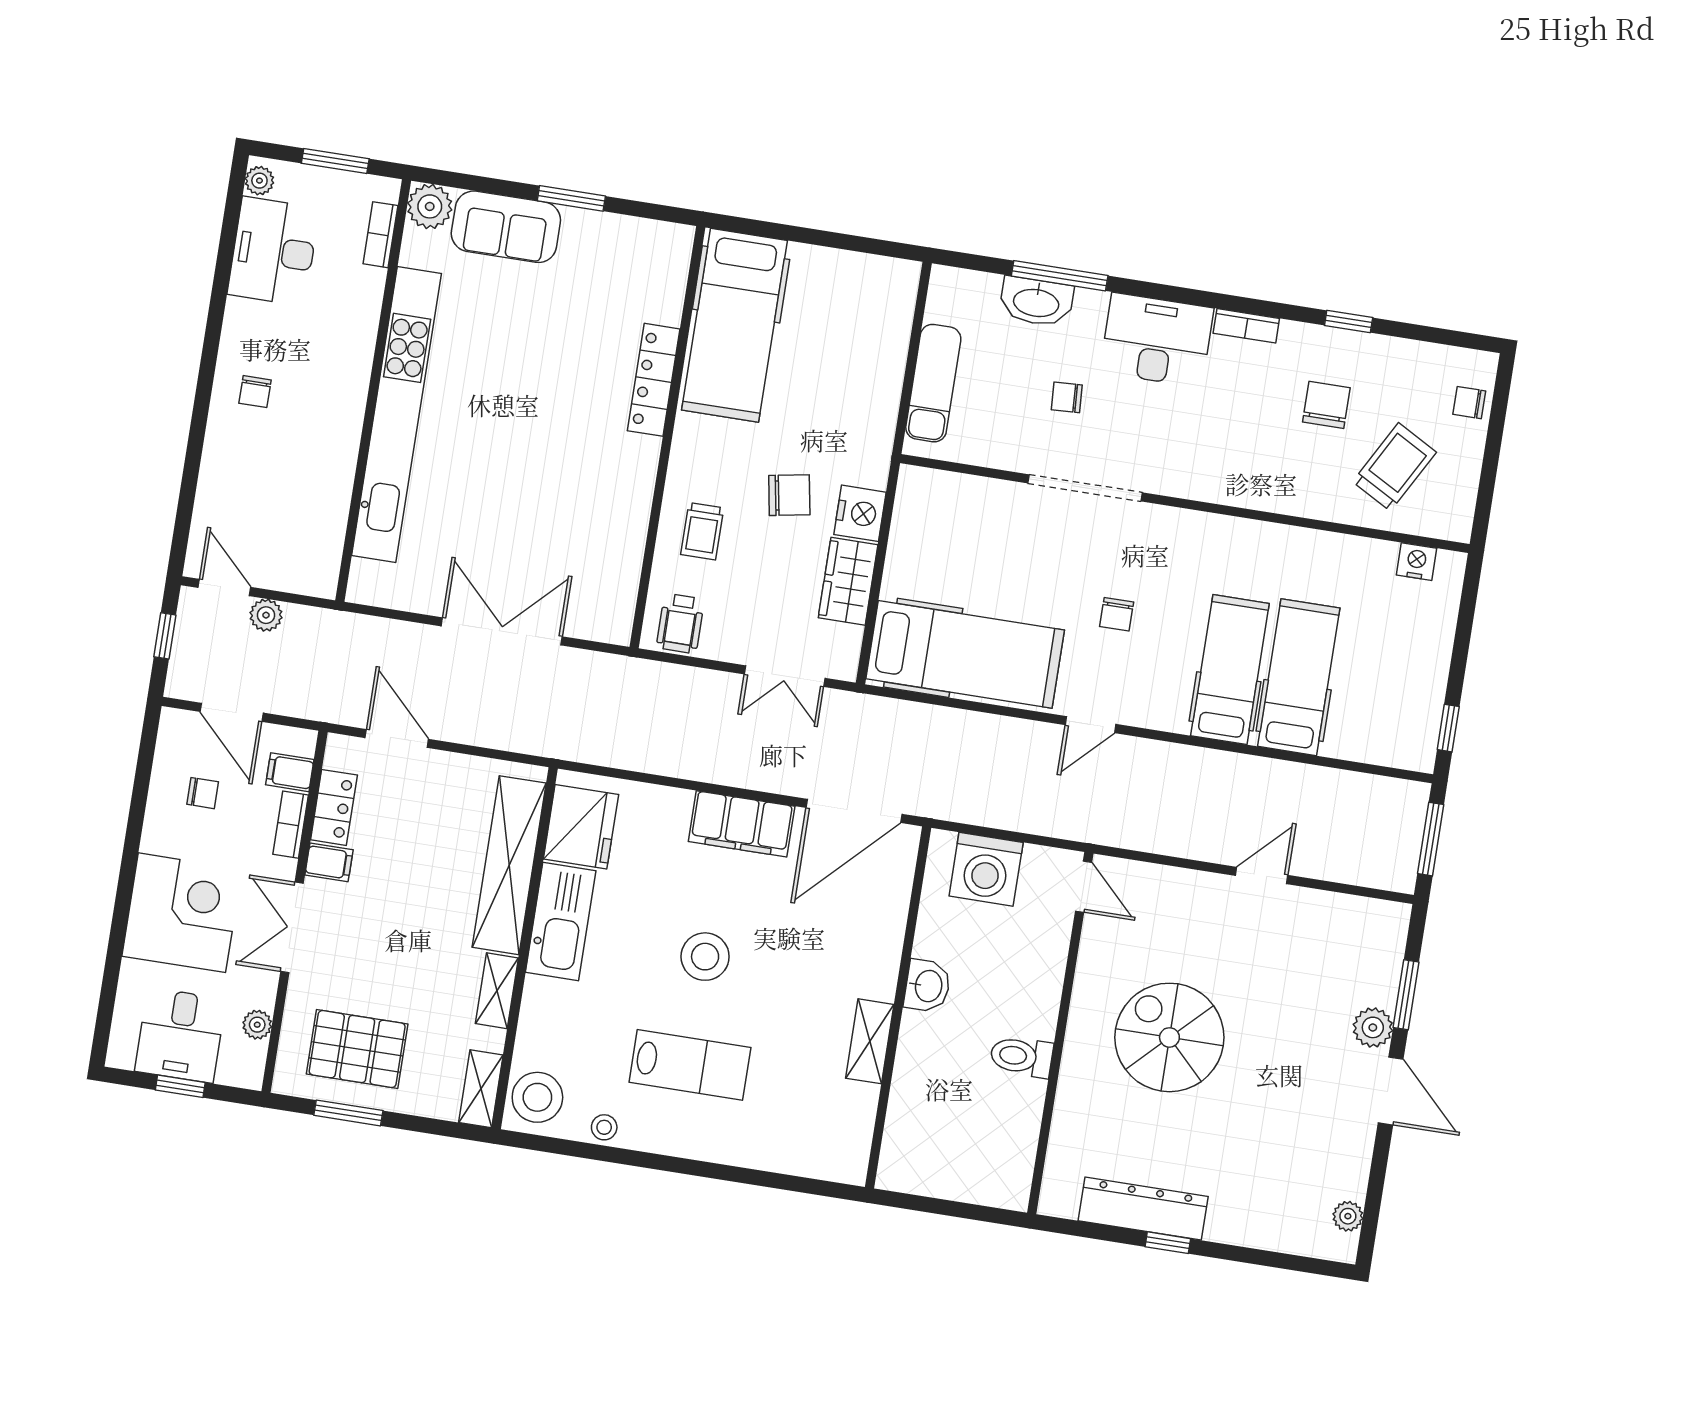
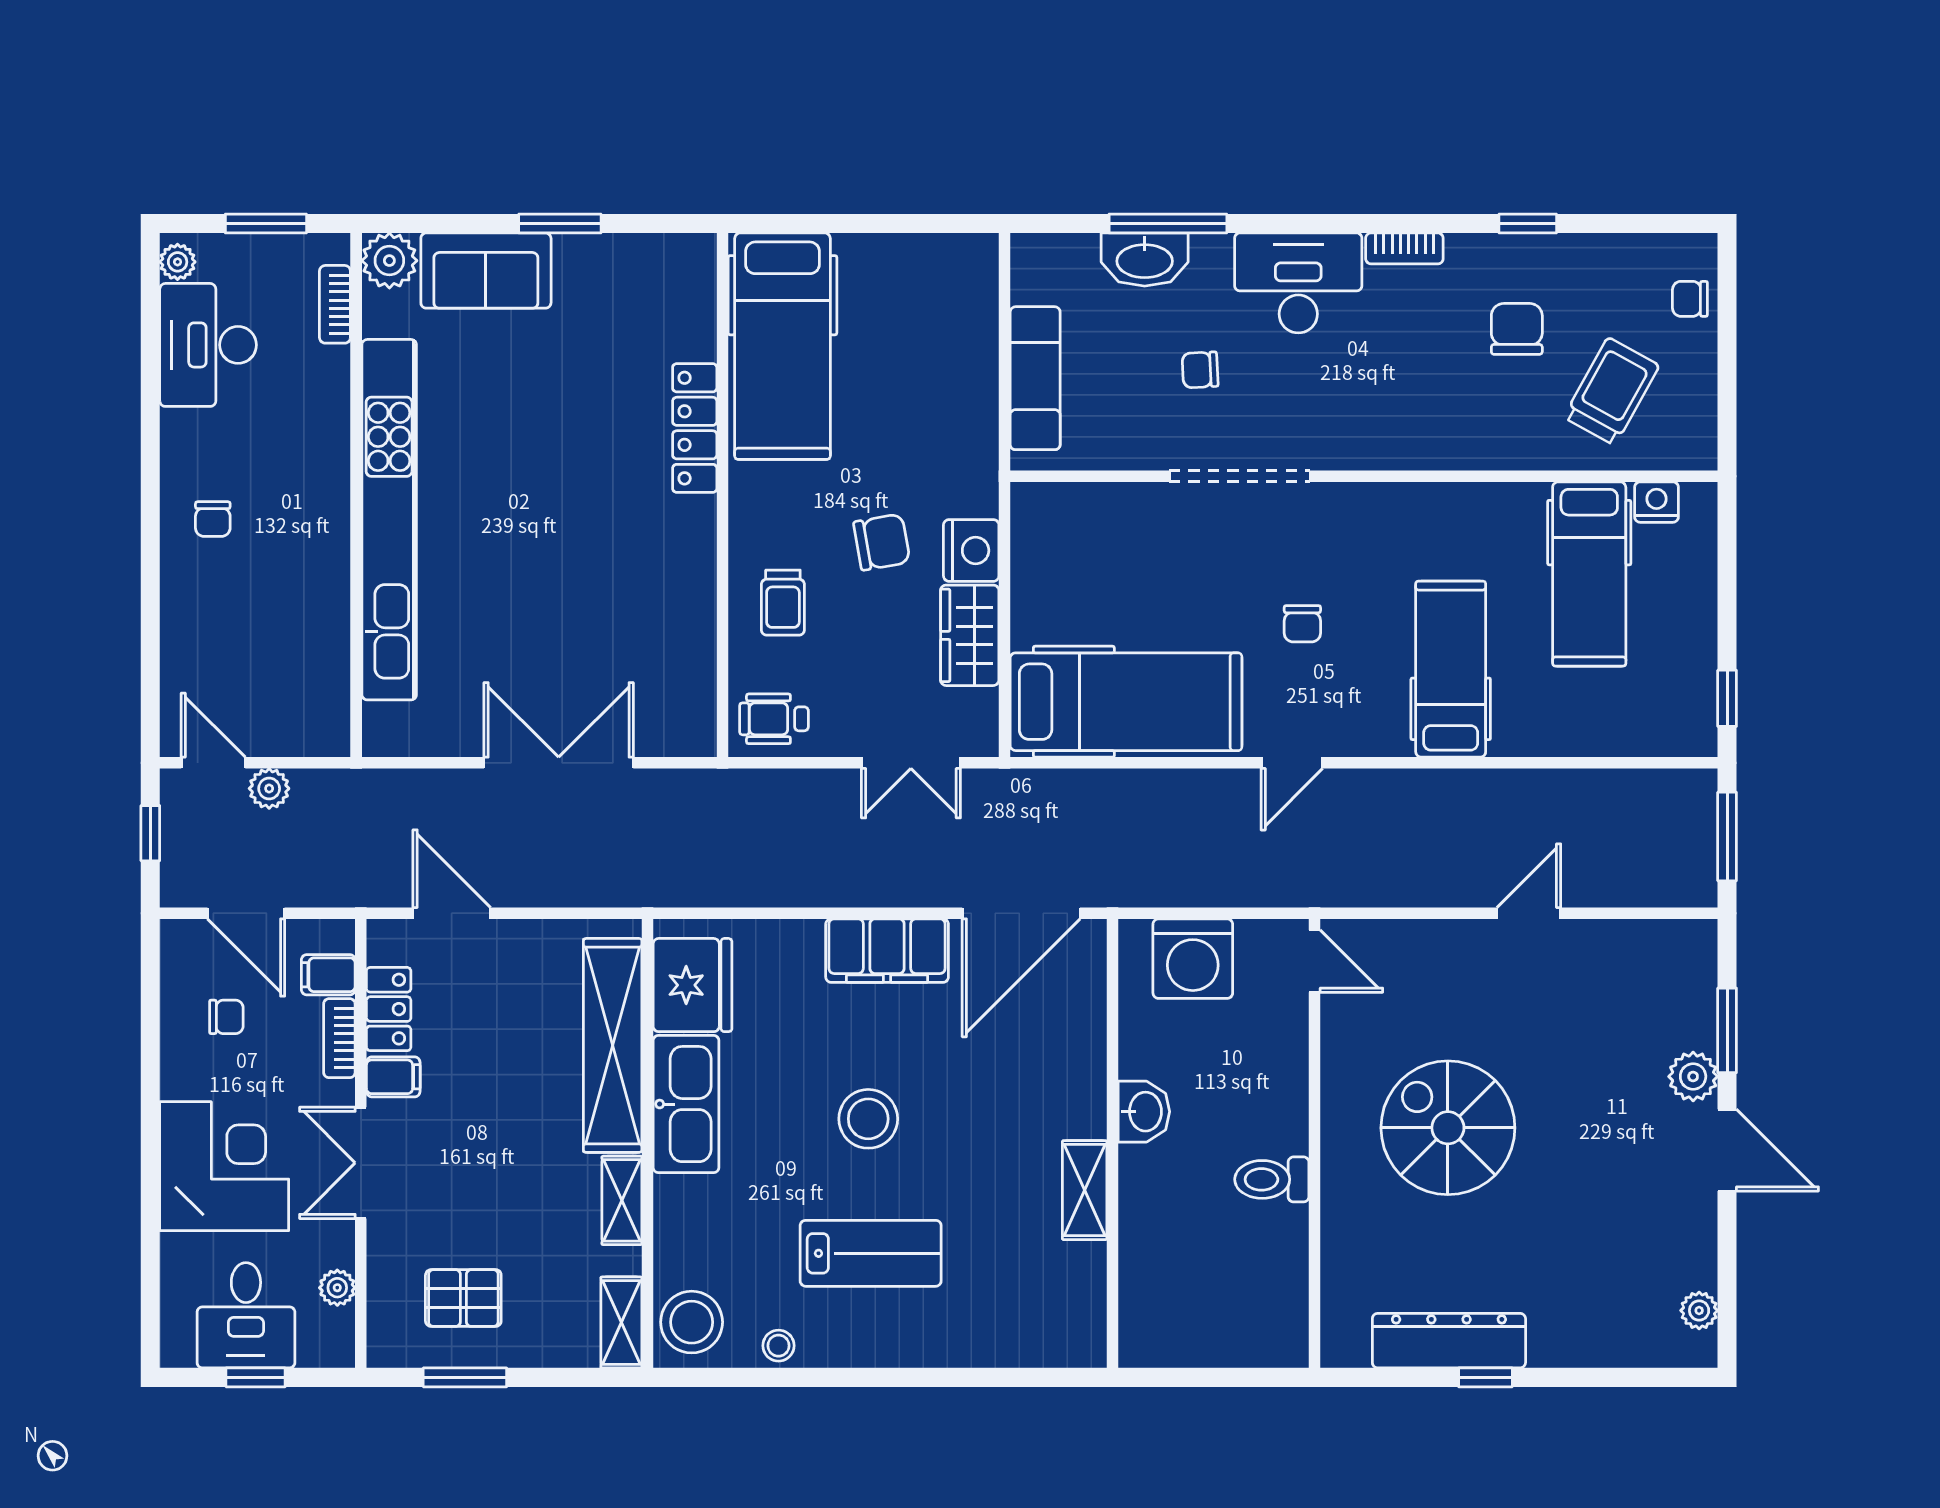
wheelchair: (680, 623) -> (774, 719), turned 90
hospital bed: (1299, 677) -> (1589, 574), moved, turned 180
pallet: (357, 1049) -> (463, 1298), width x0.67, depth x0.71

